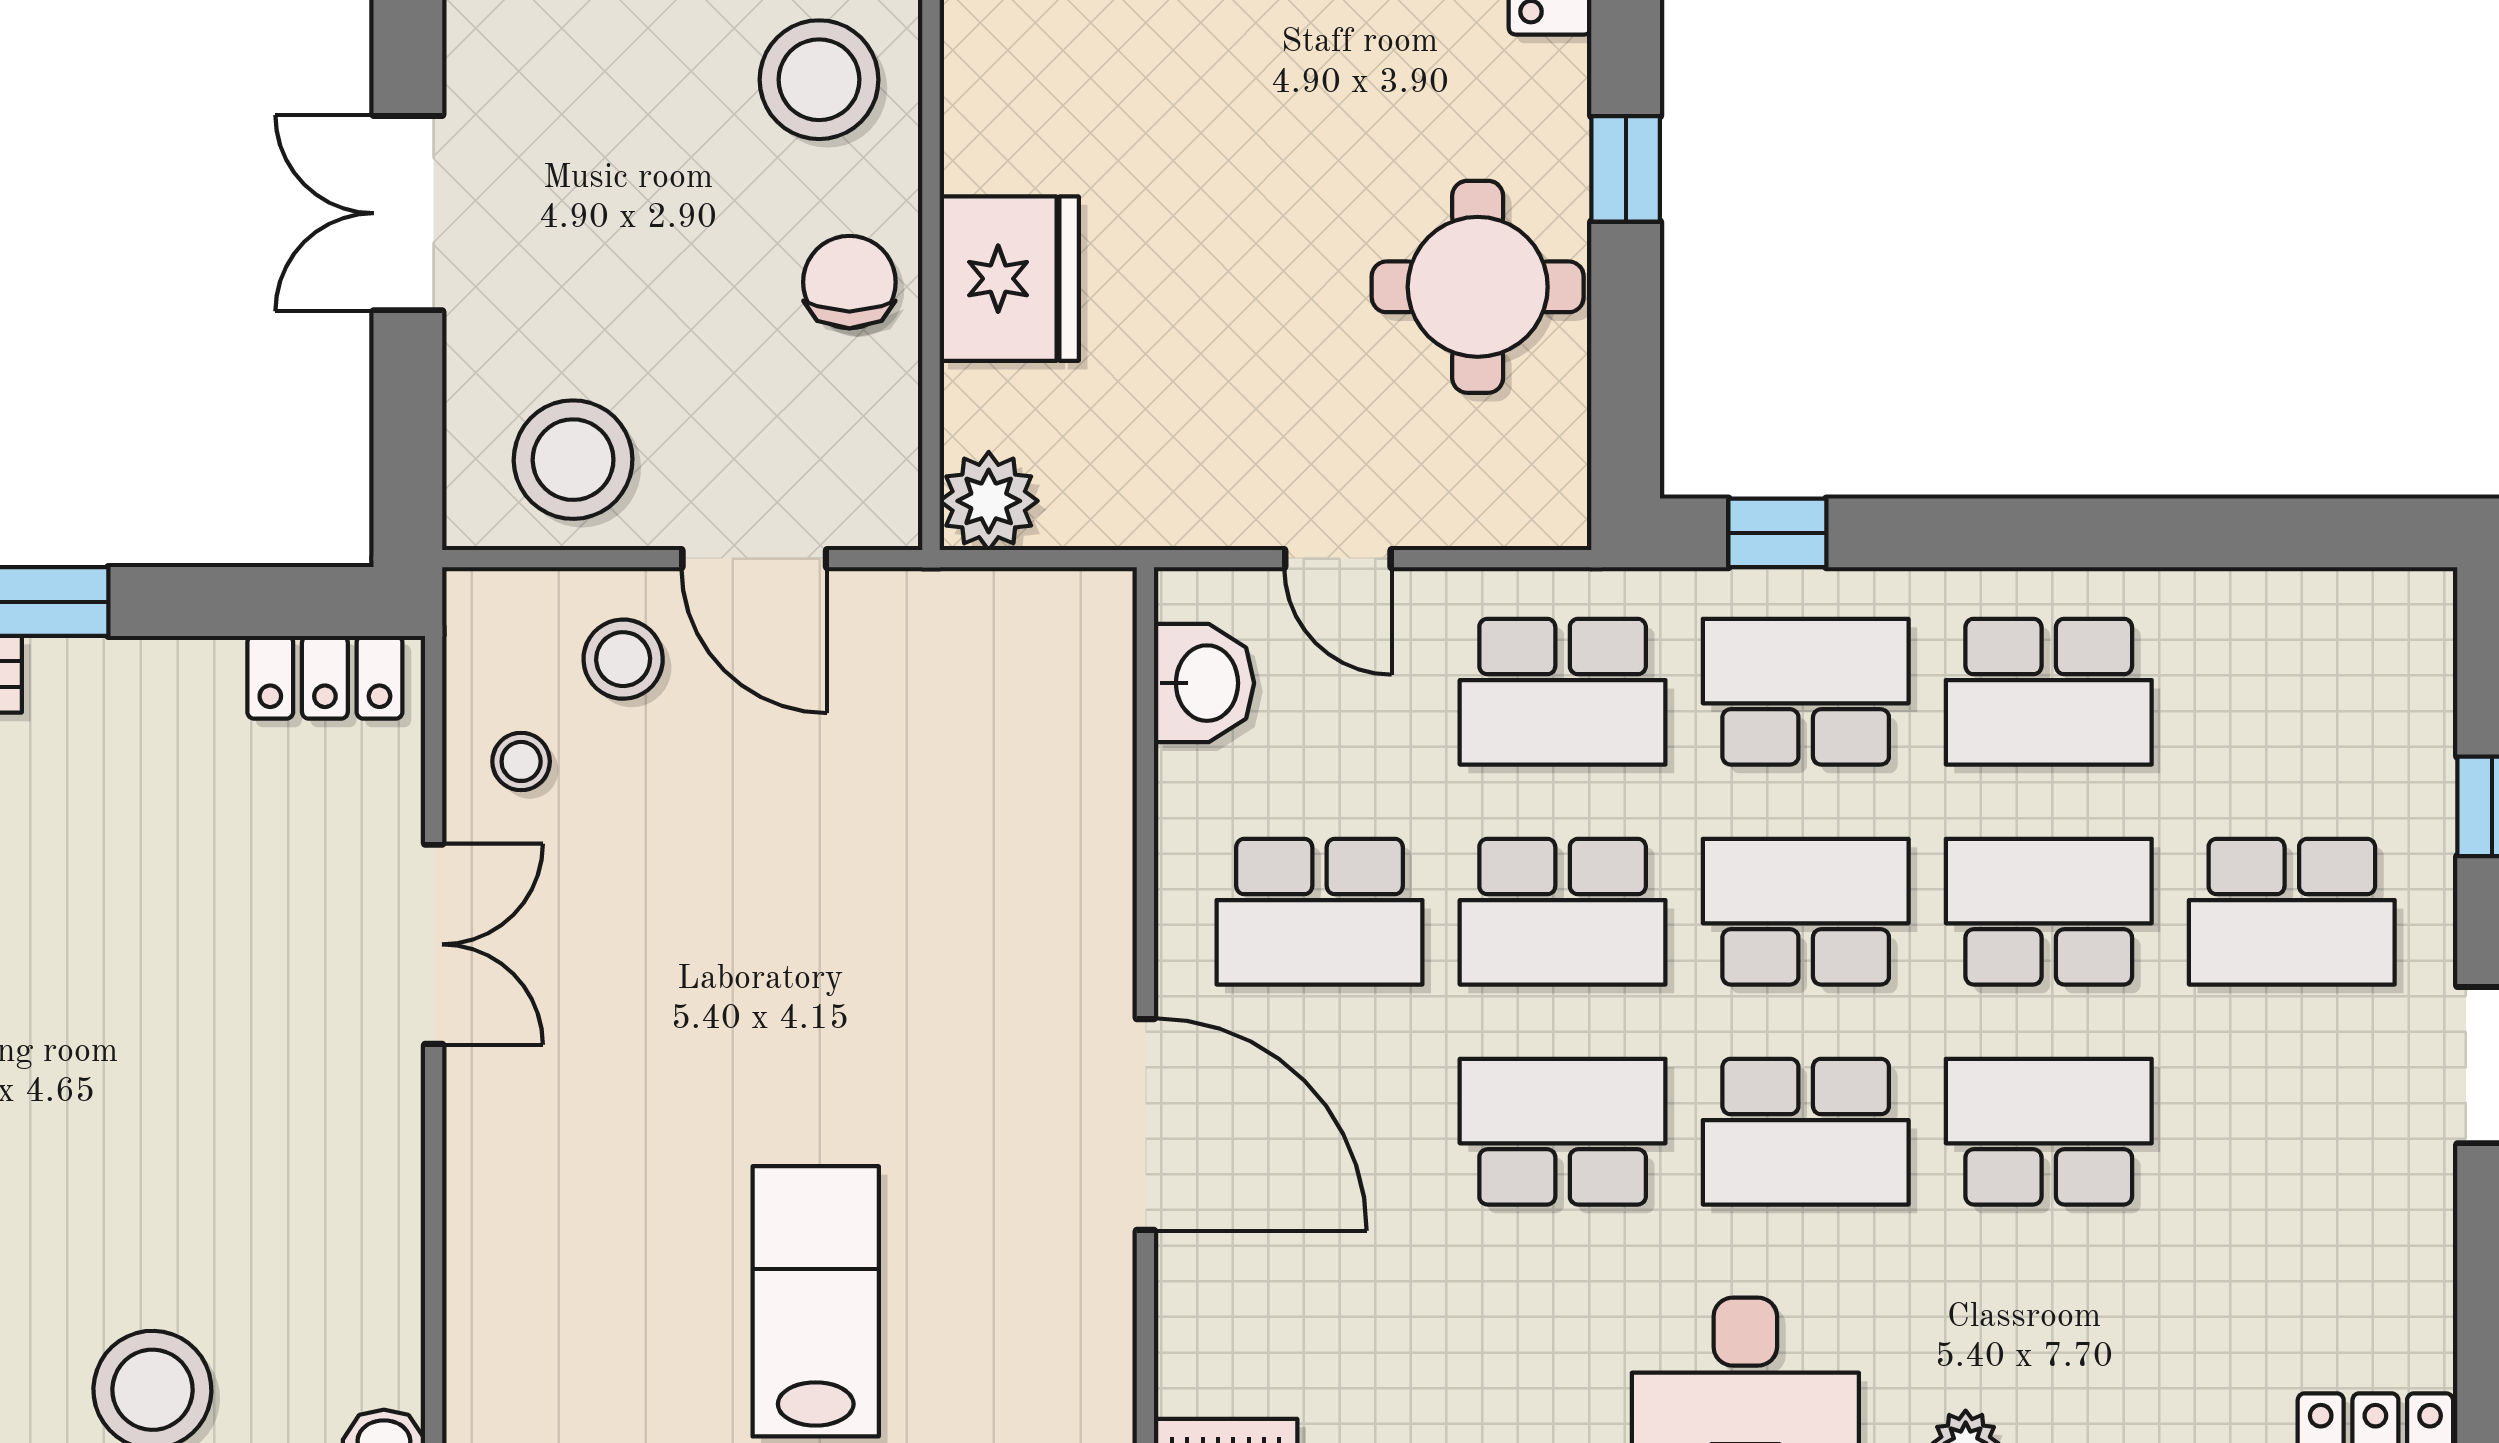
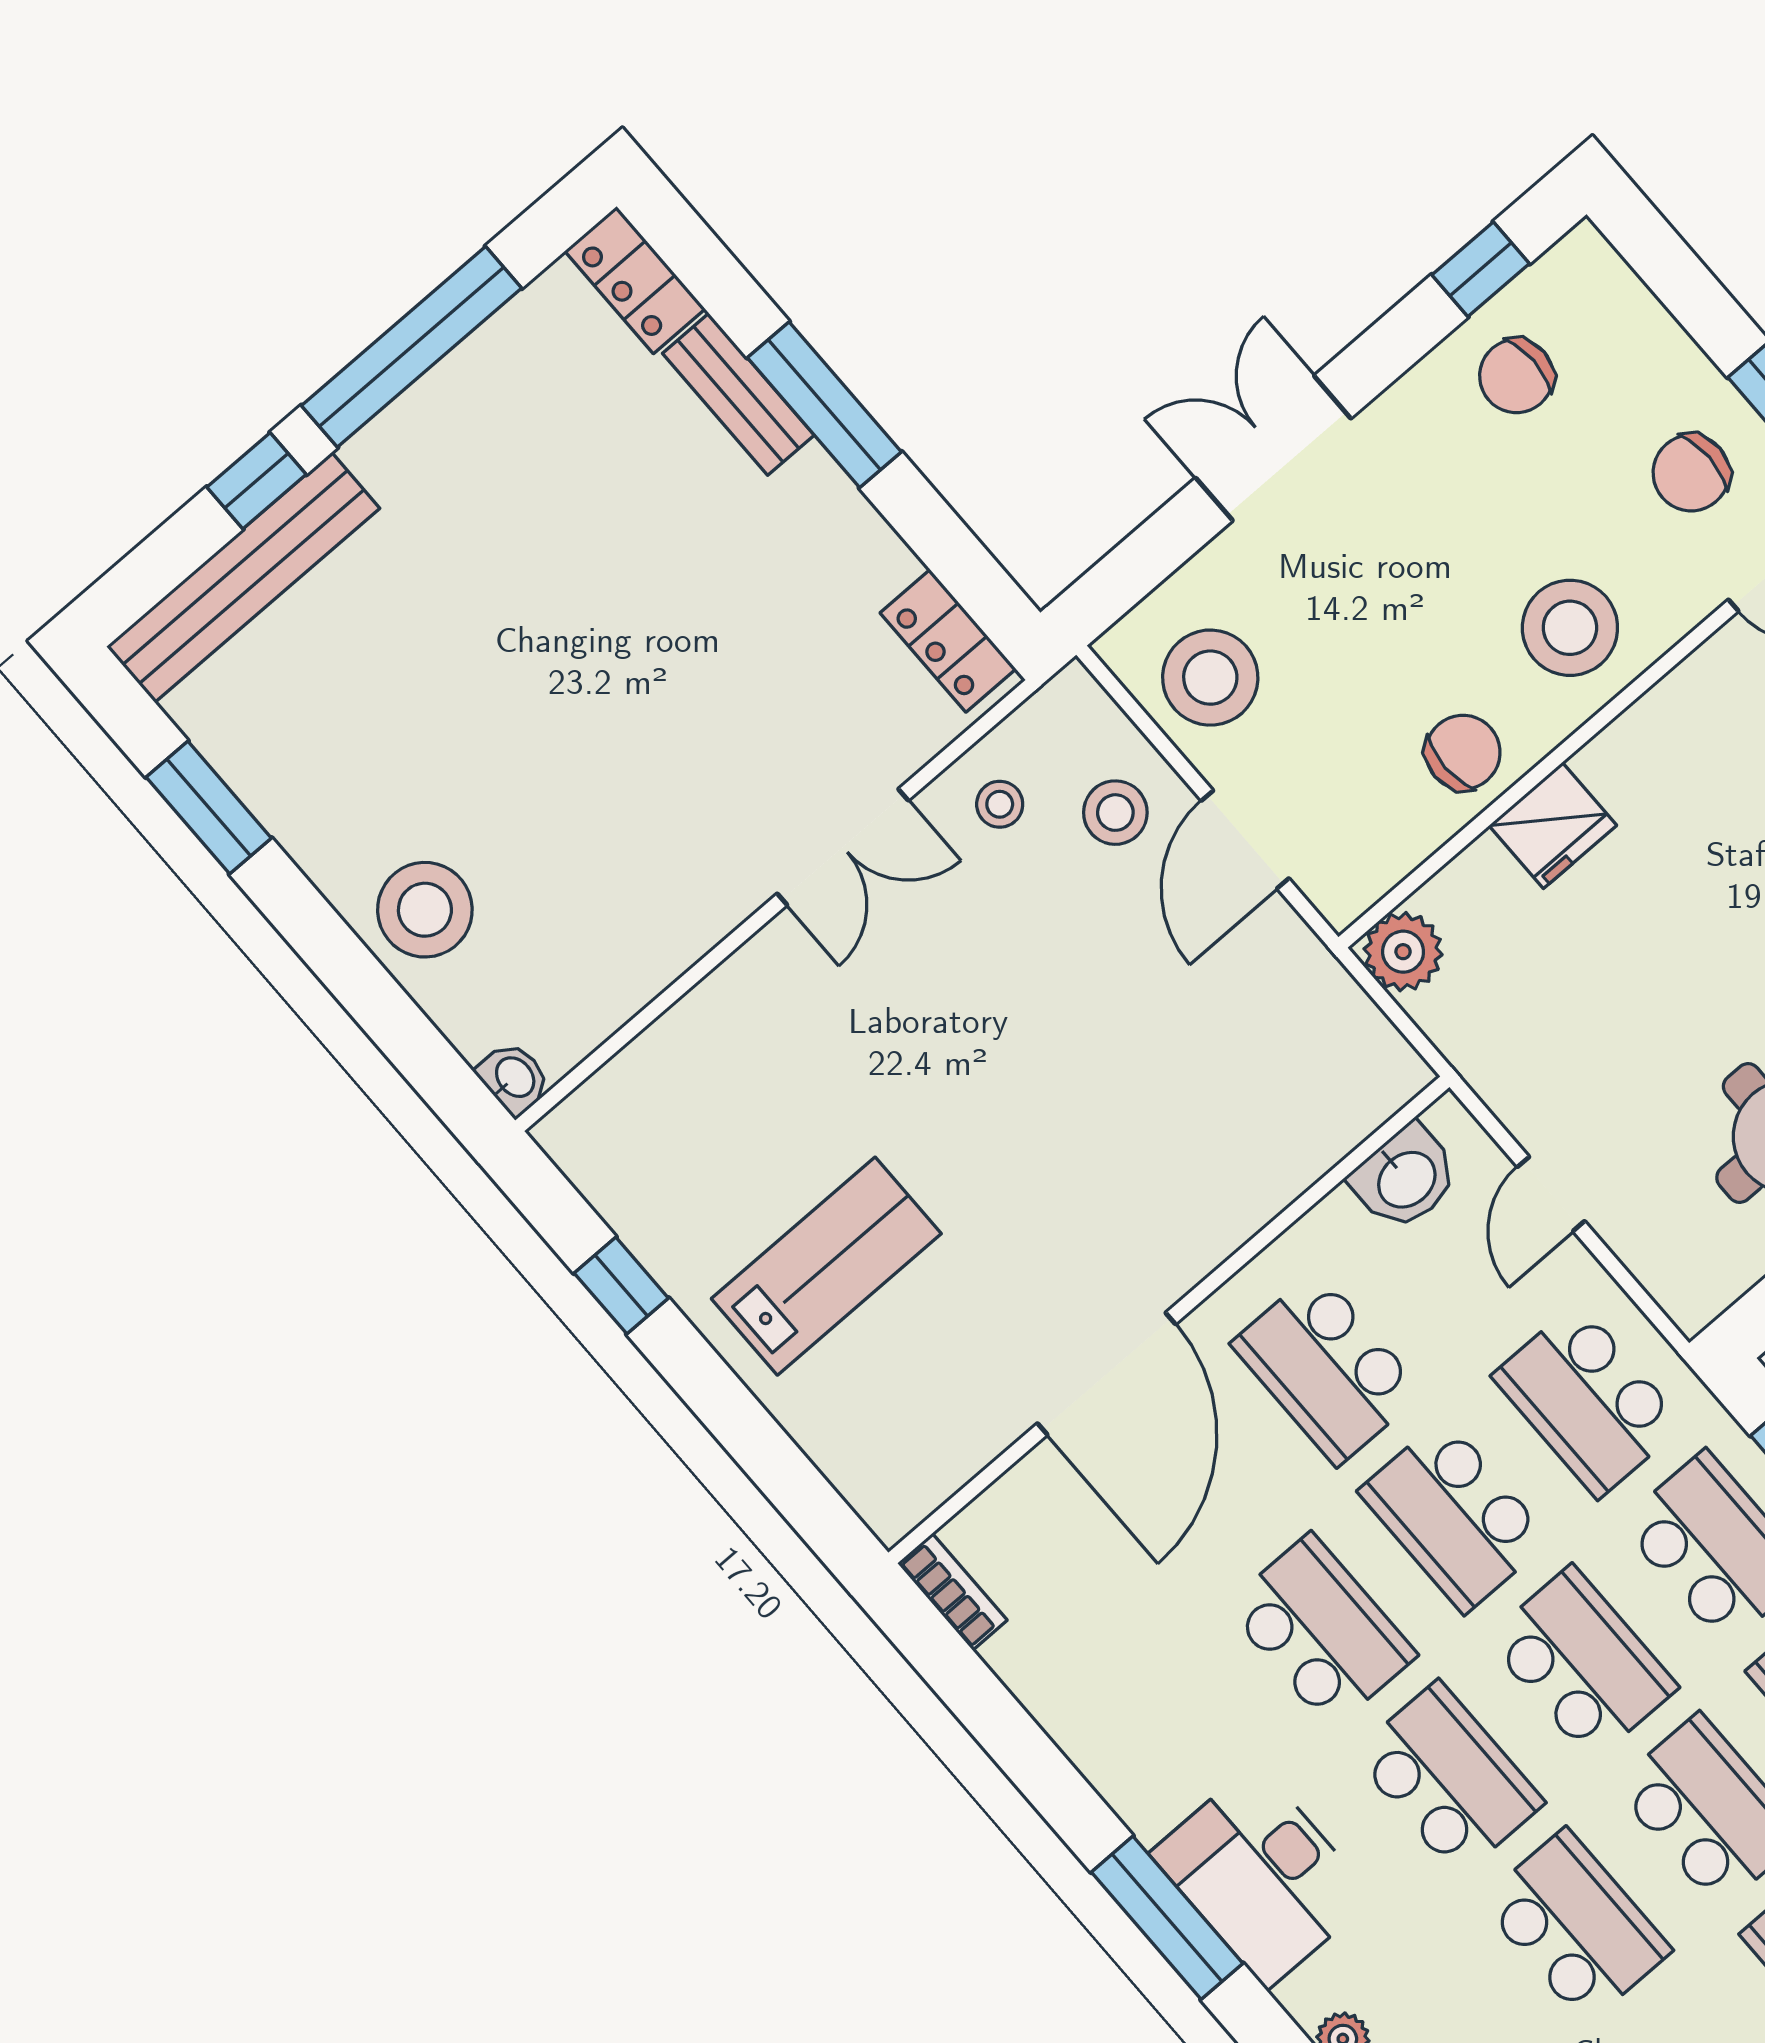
fridge: (1009, 279) -> (1553, 825), width x0.73, depth x0.75
school desk: (1806, 1132) -> (1448, 1778), turned 180

